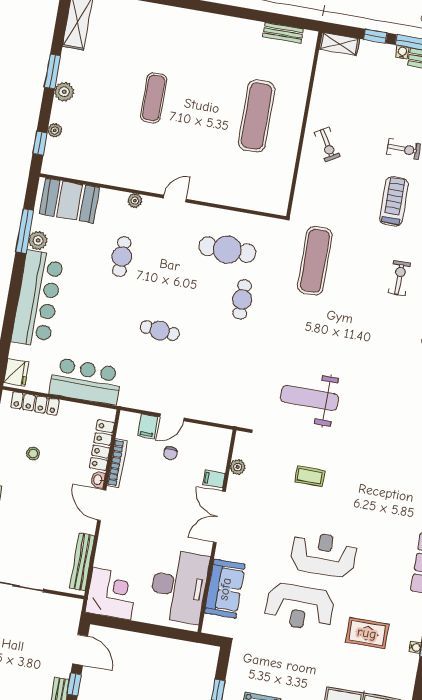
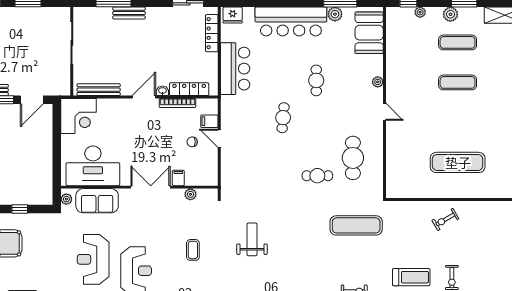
exercise mat: (102, 89) -> (458, 42), added
cafe table: (122, 257) -> (316, 80), moved, turned 90
weight bench: (309, 398) -> (252, 239), width x0.73, depth x0.75
stool: (33, 454) -> (174, 38), removed
plant: (216, 628) -> (66, 199), added

